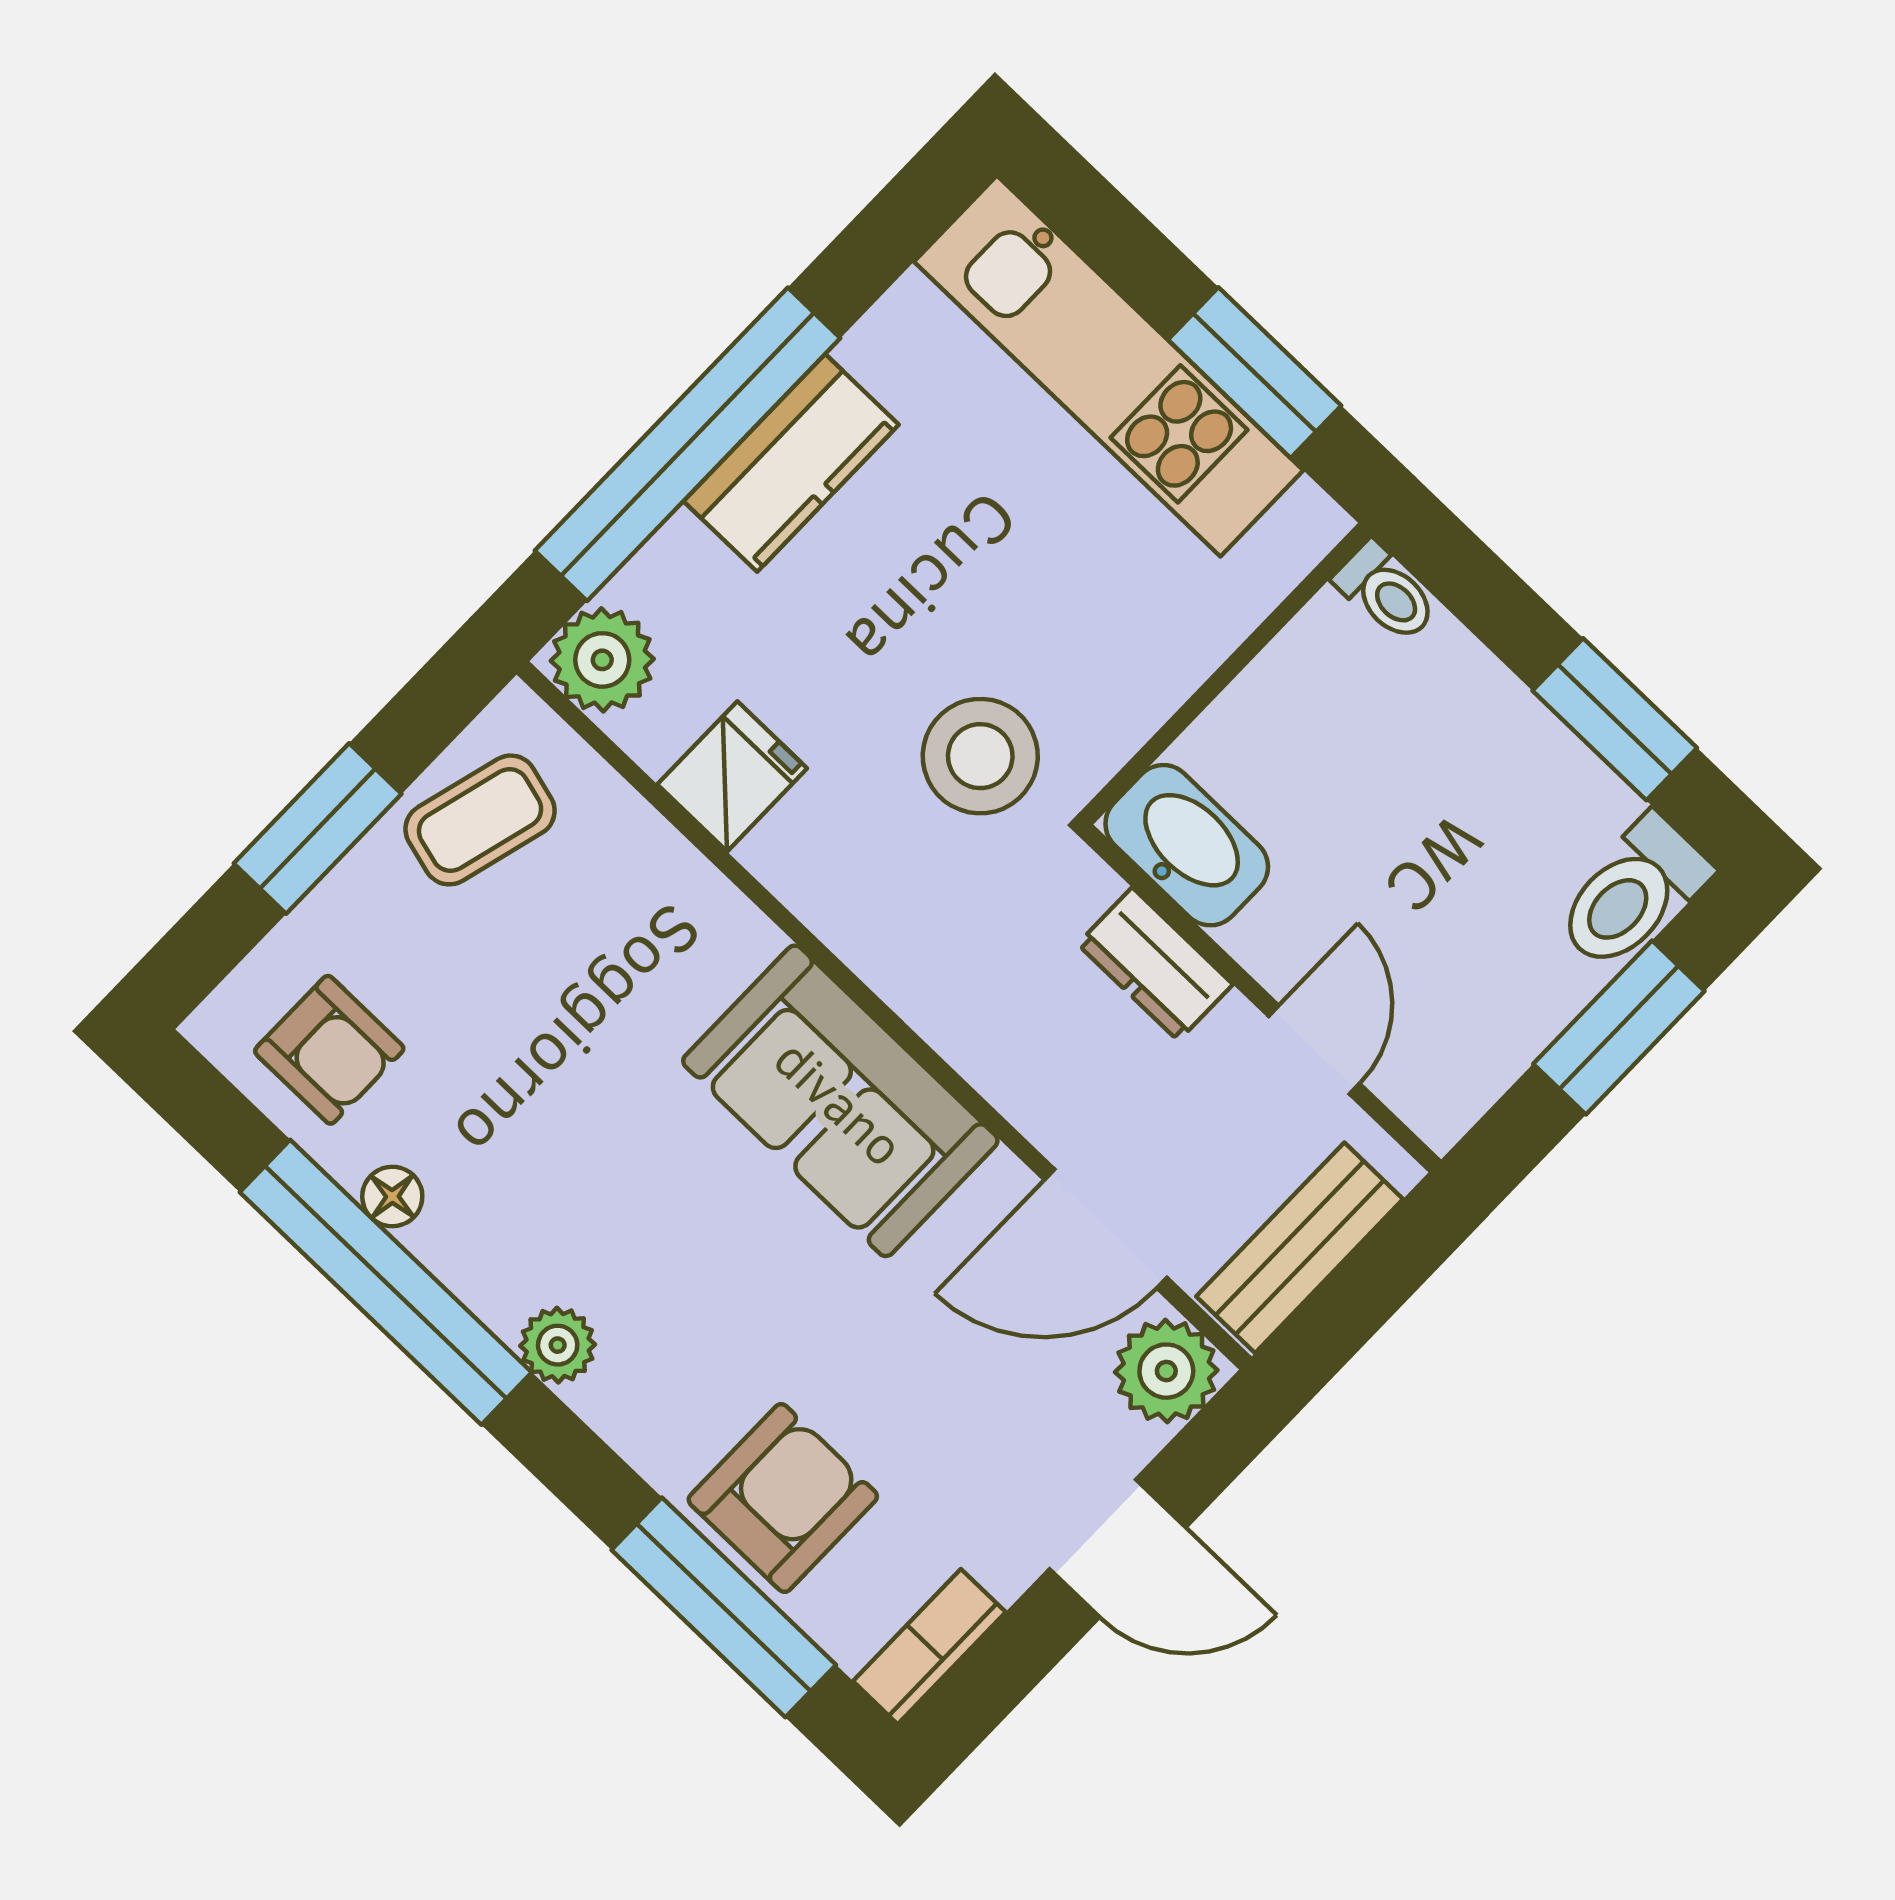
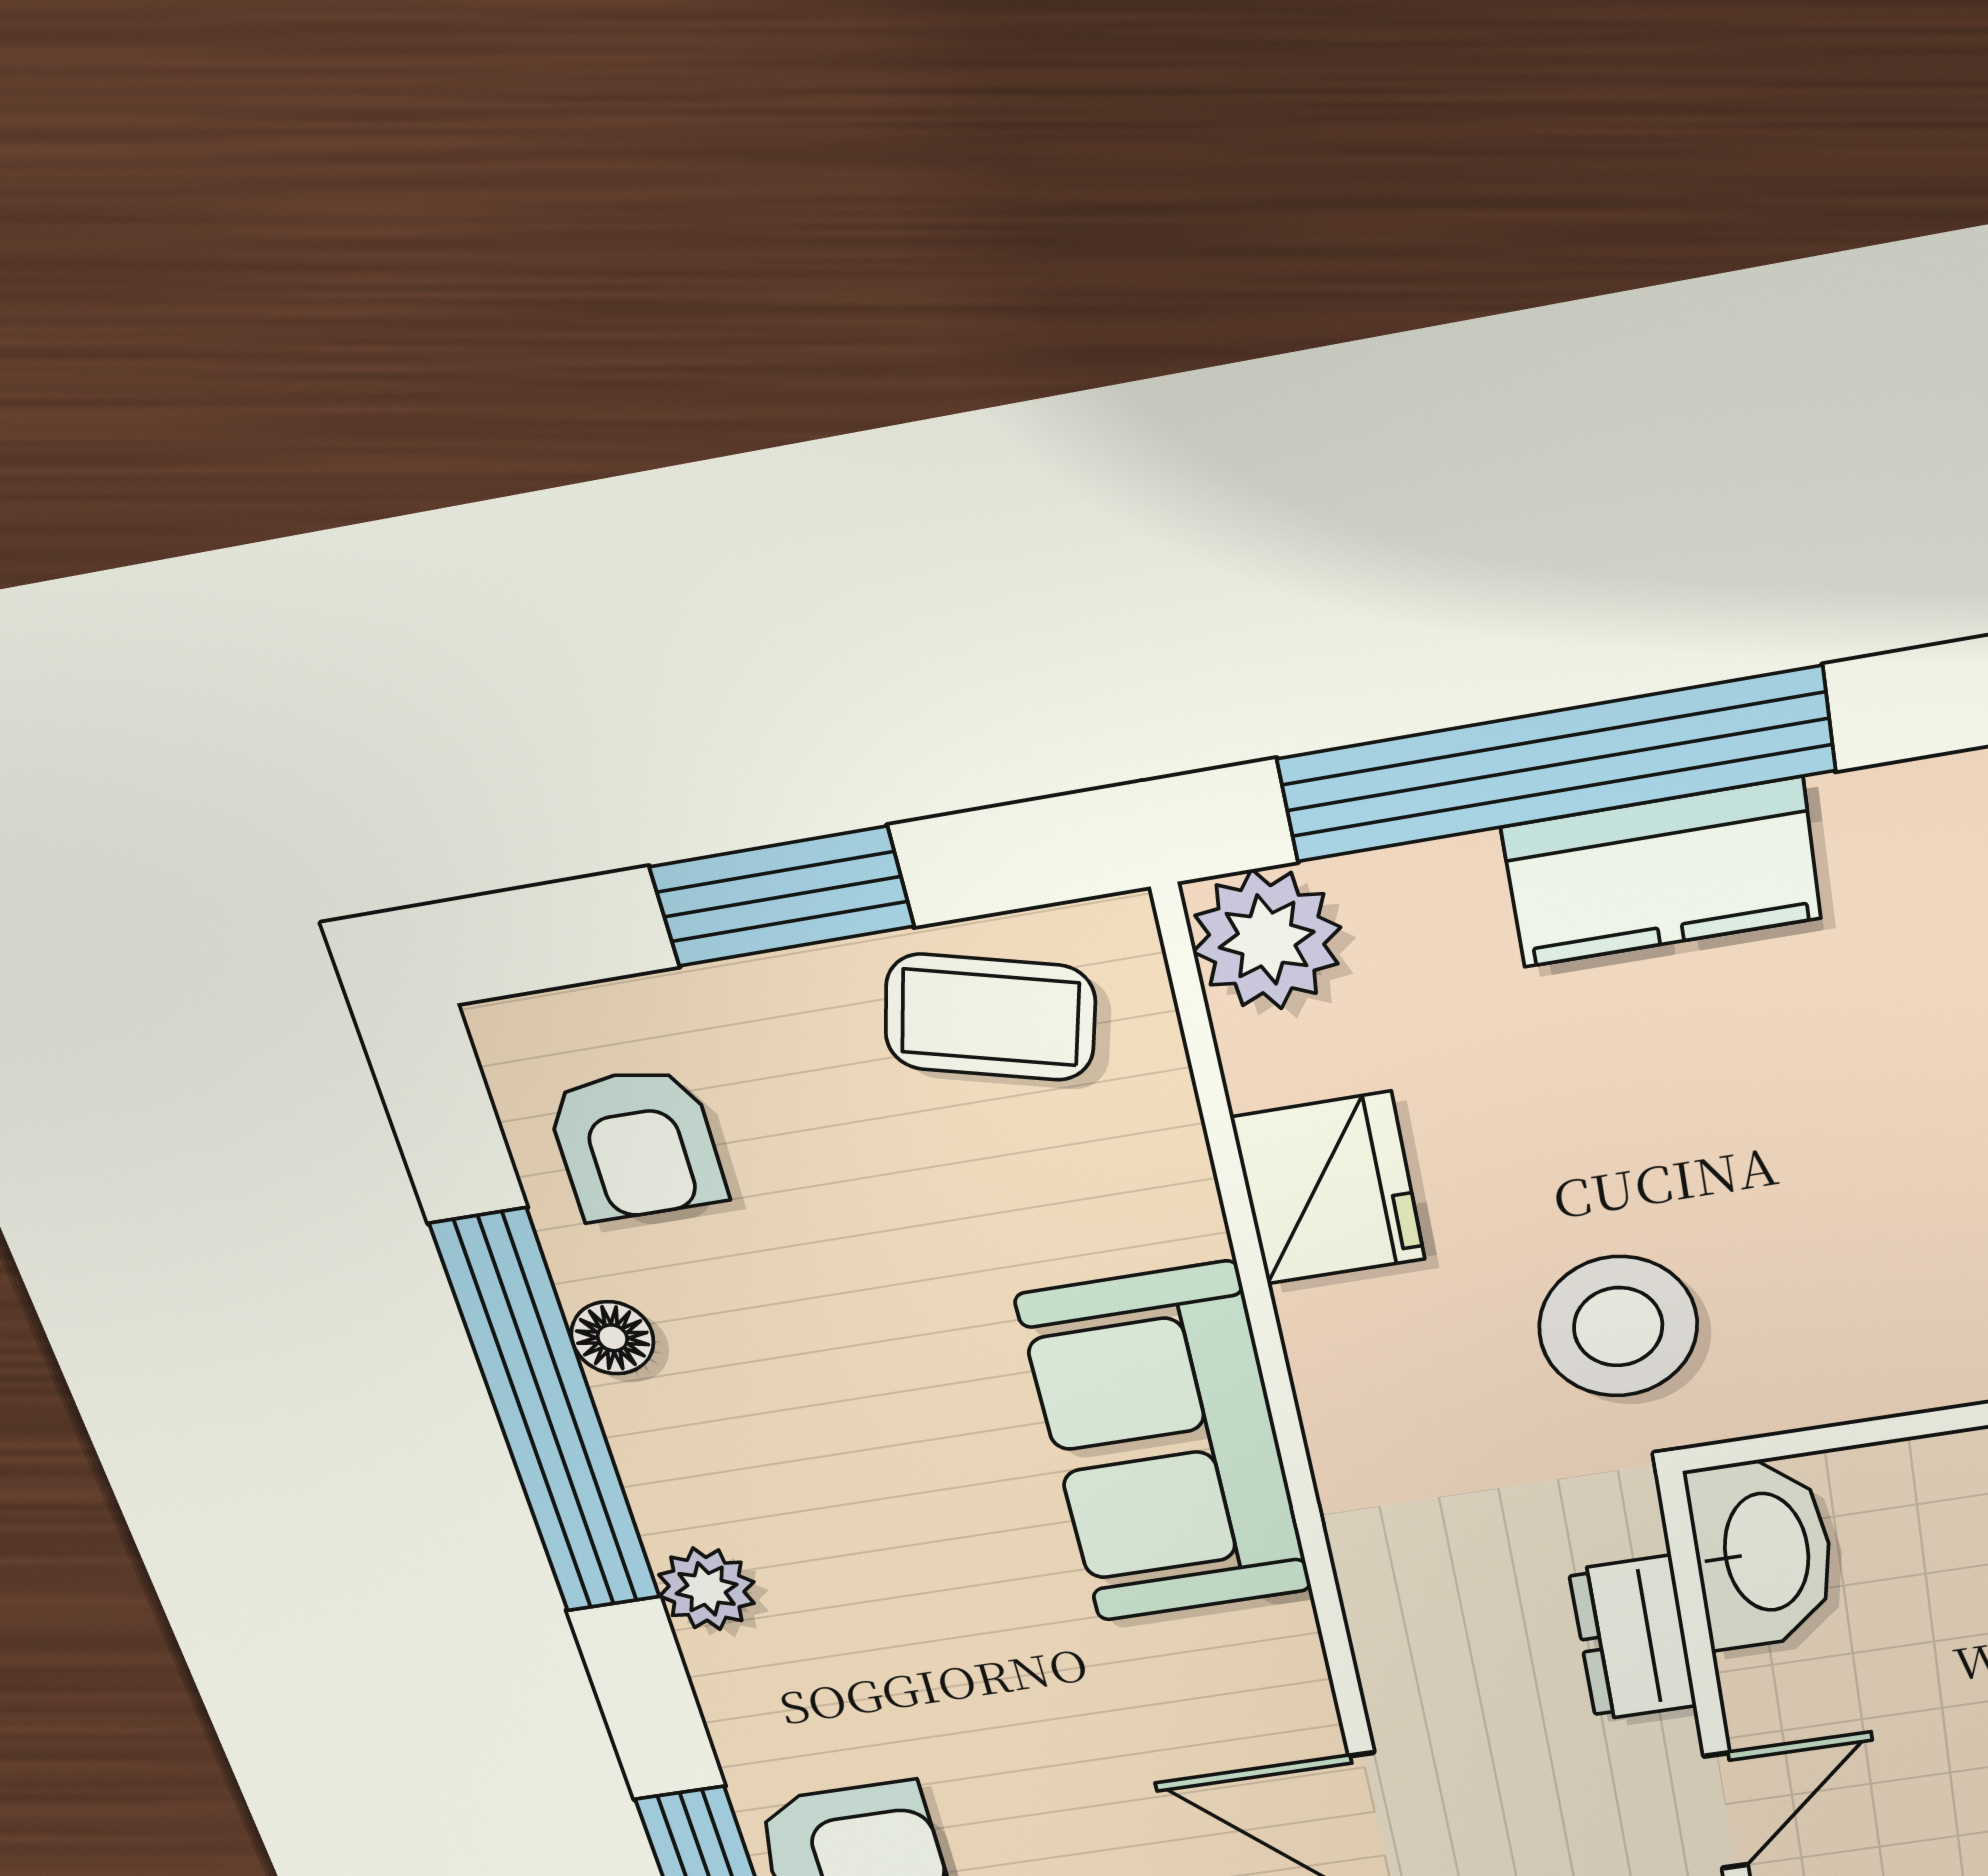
fridge: (732, 776) -> (1328, 1189), width x1.38
sofa: (840, 1101) -> (1166, 1445), moved

